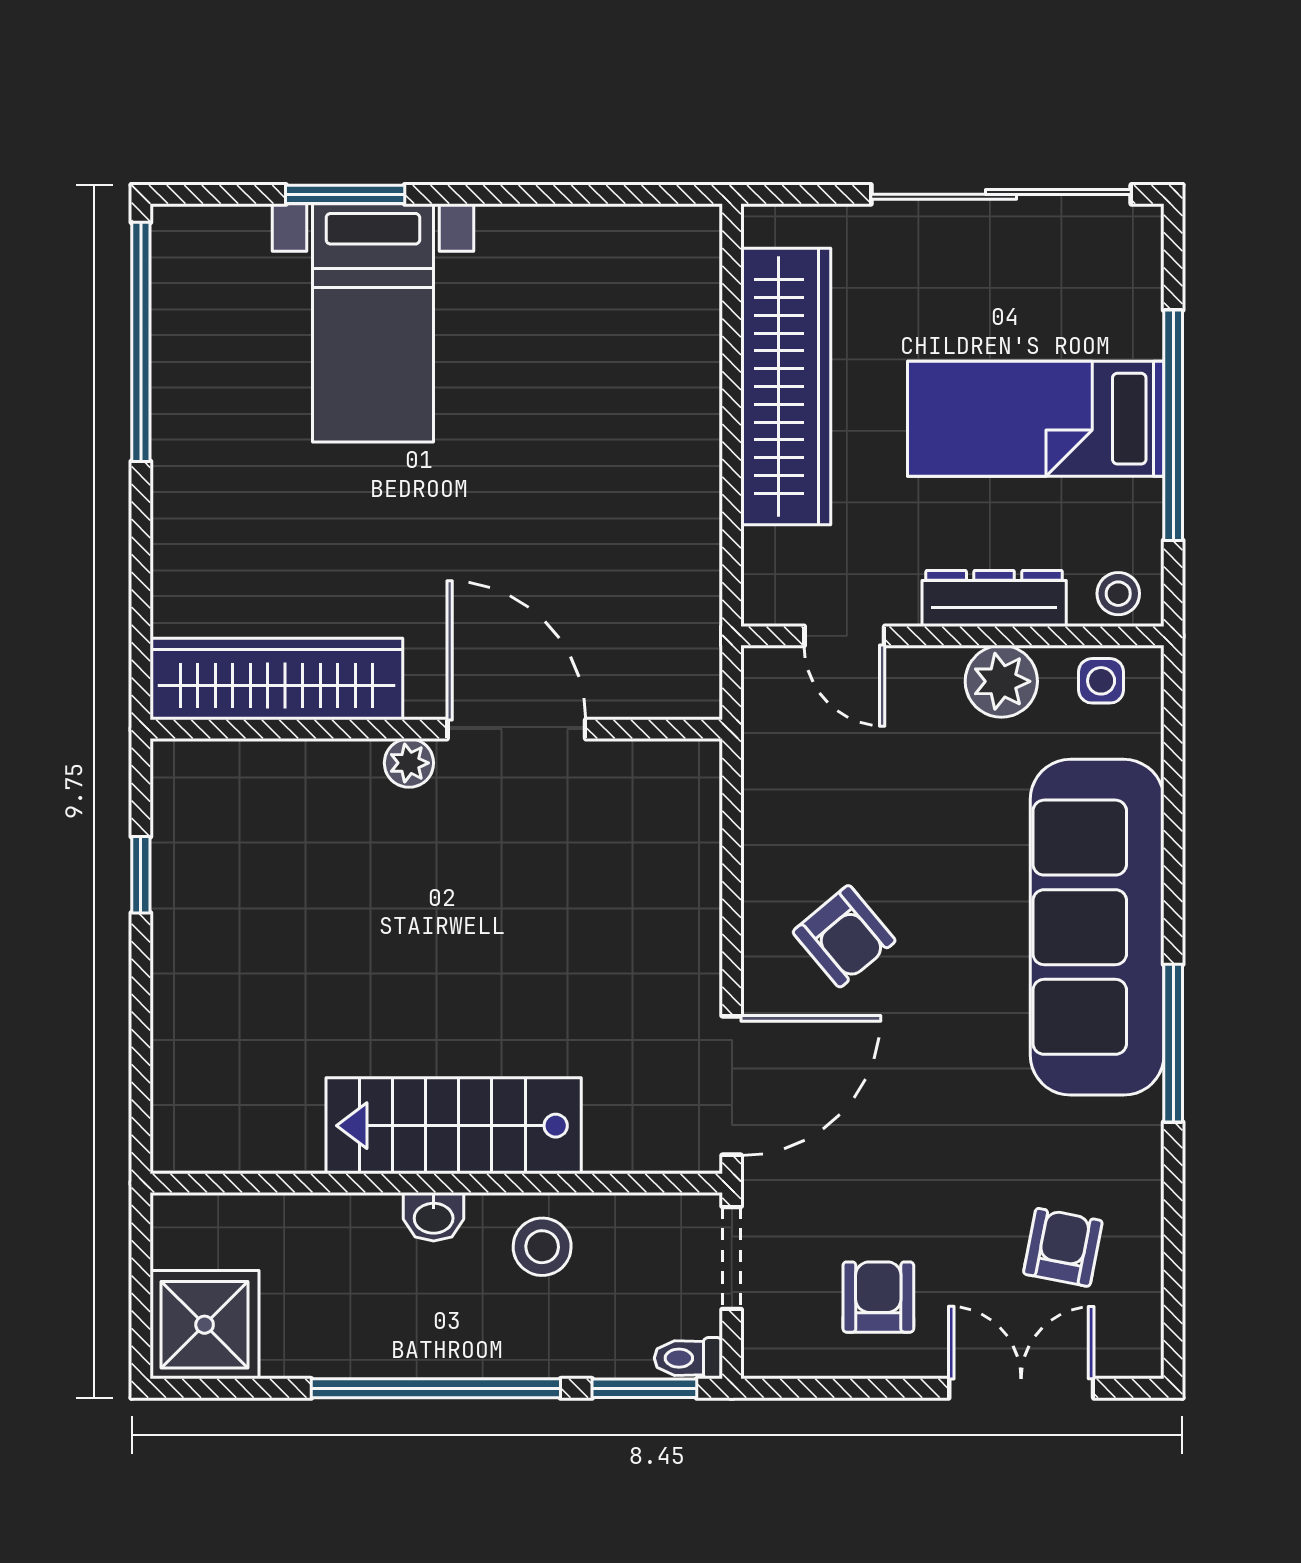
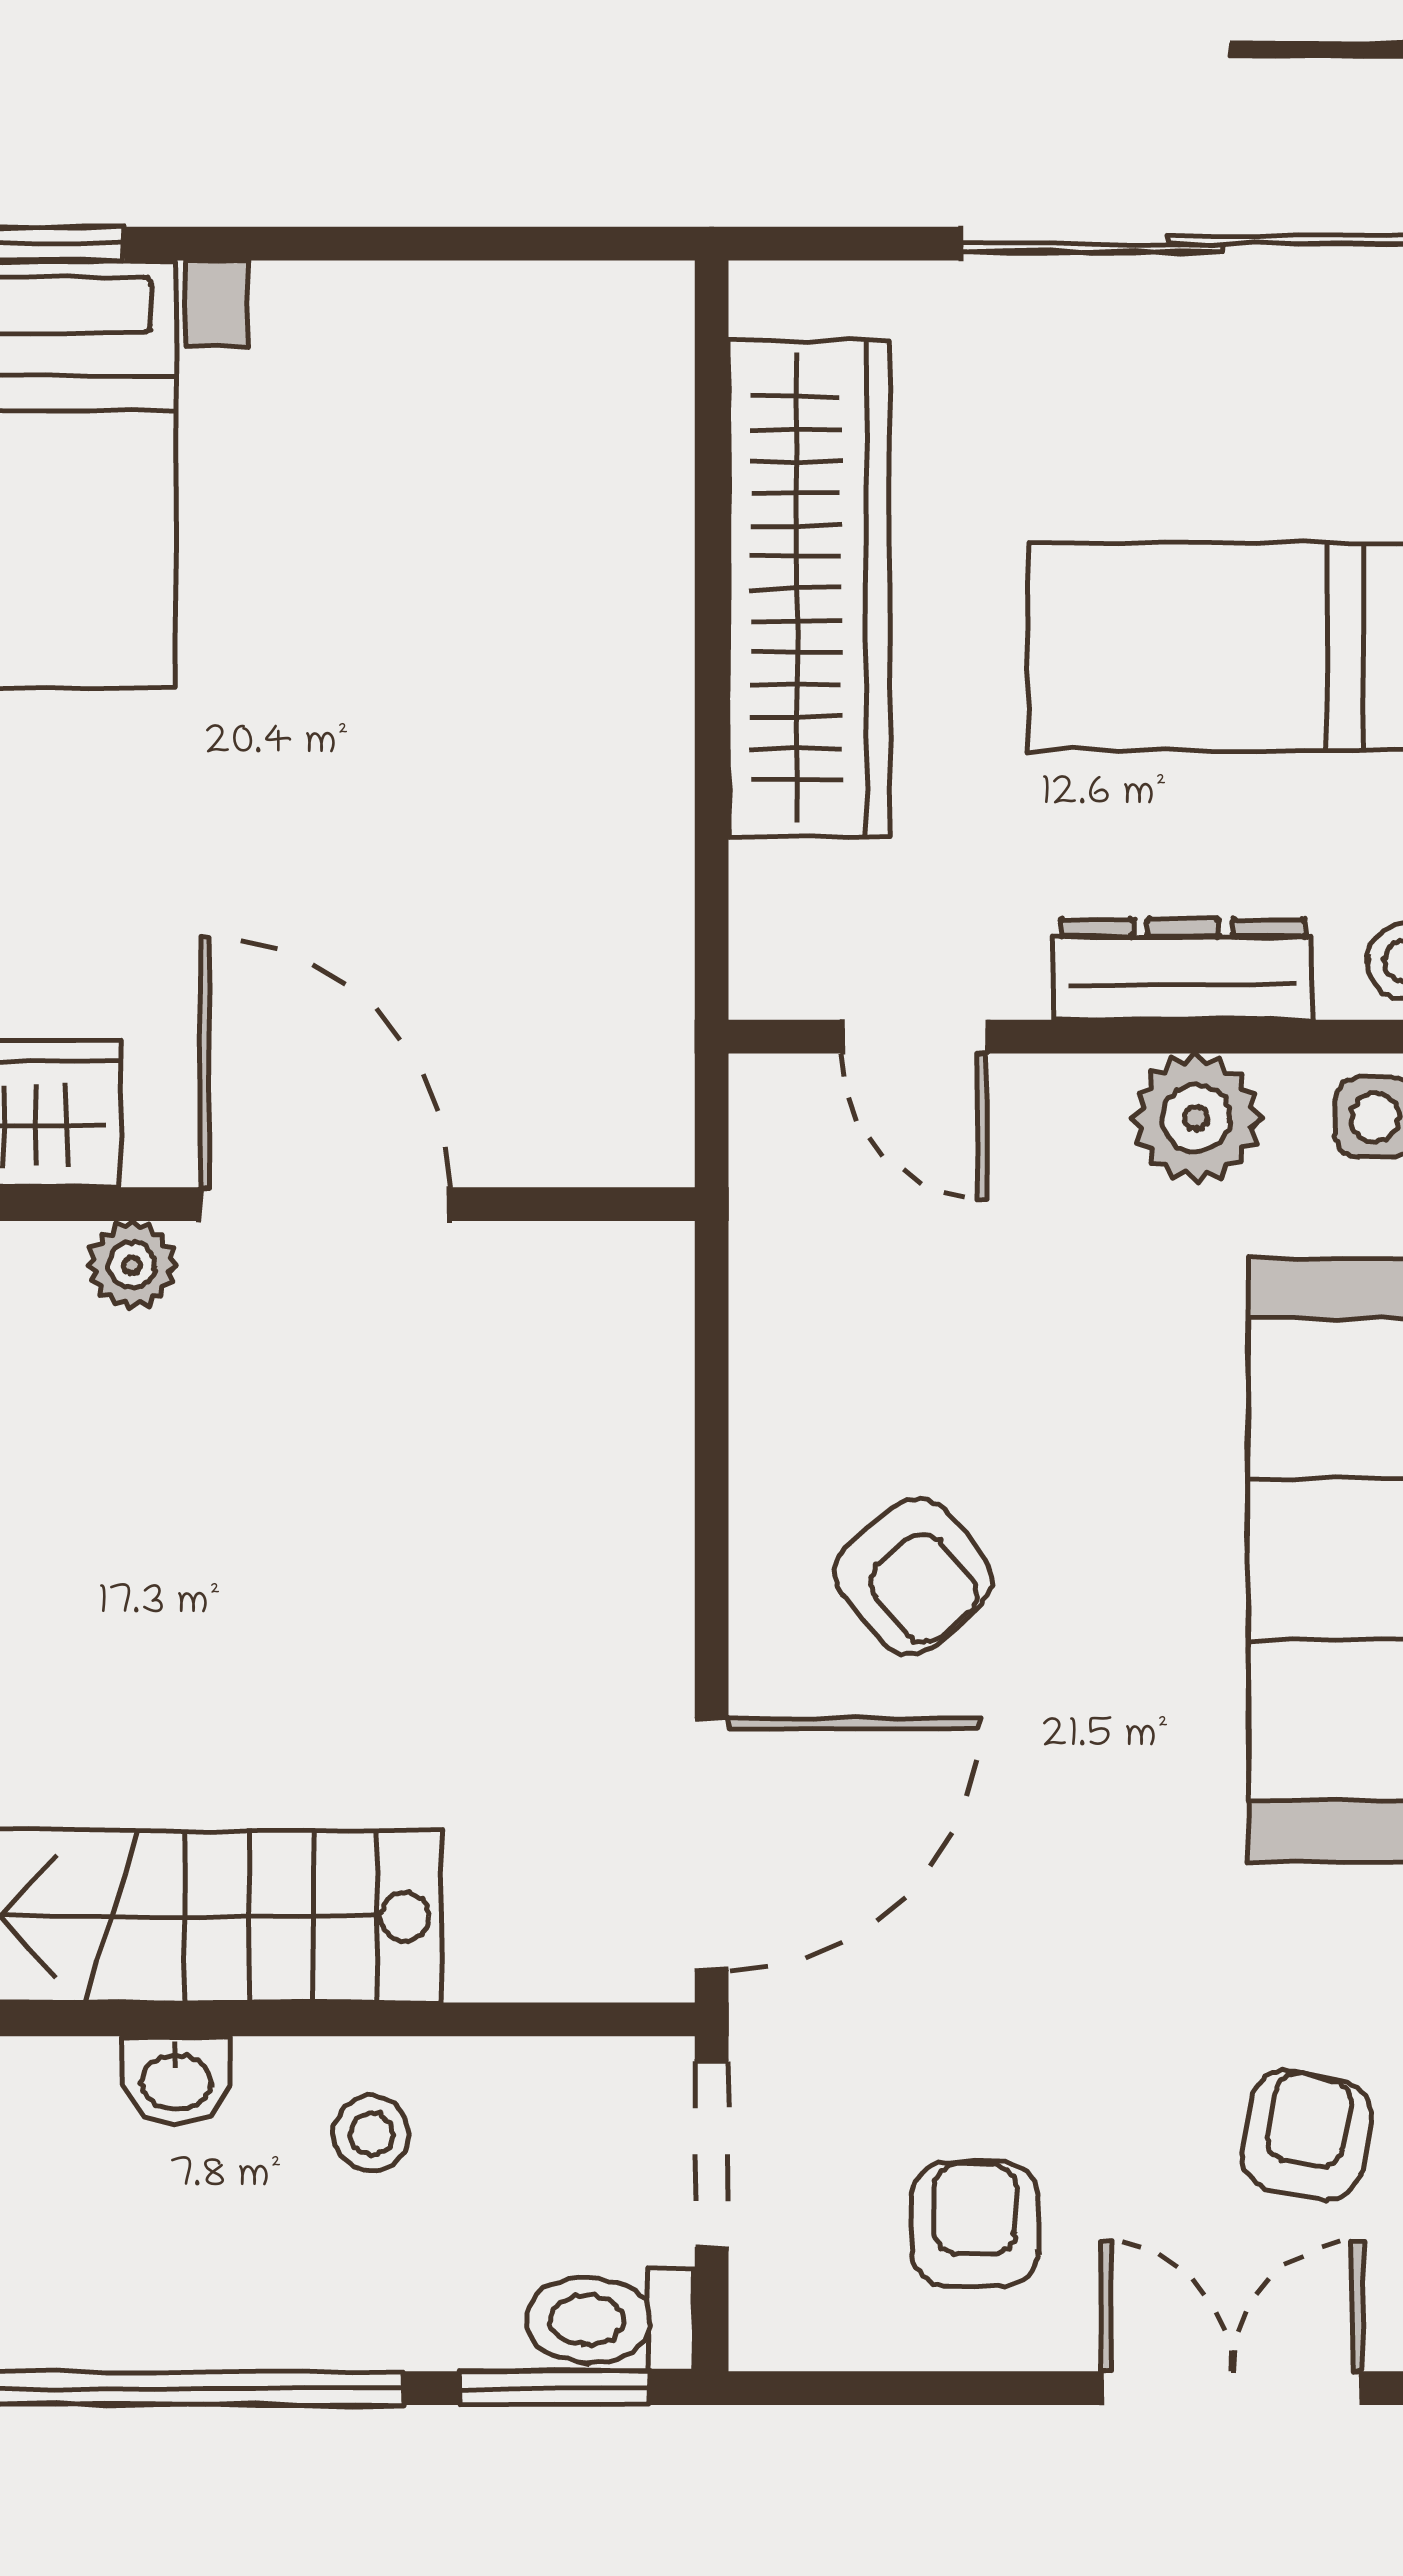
stool: (542, 1247) -> (371, 2134), width x0.73, depth x0.73
toilet: (688, 1358) -> (610, 2320), width x1.37, depth x1.39

